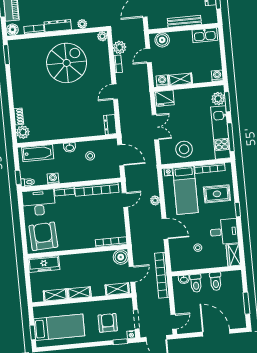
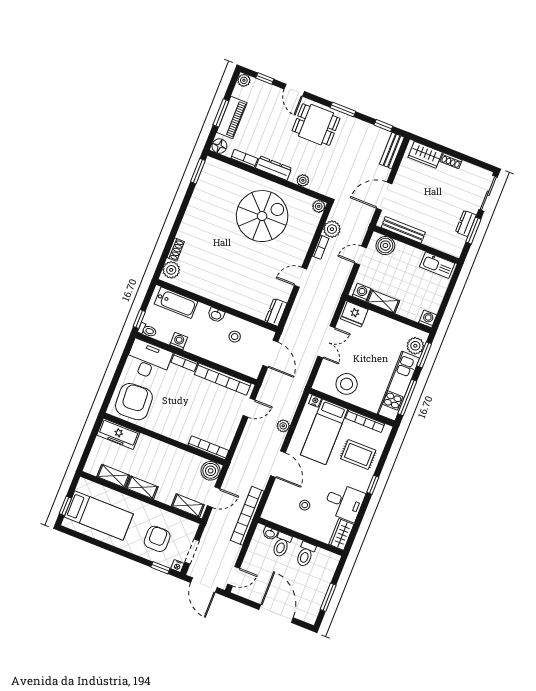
bench: (184, 21) -> (403, 230), moved

